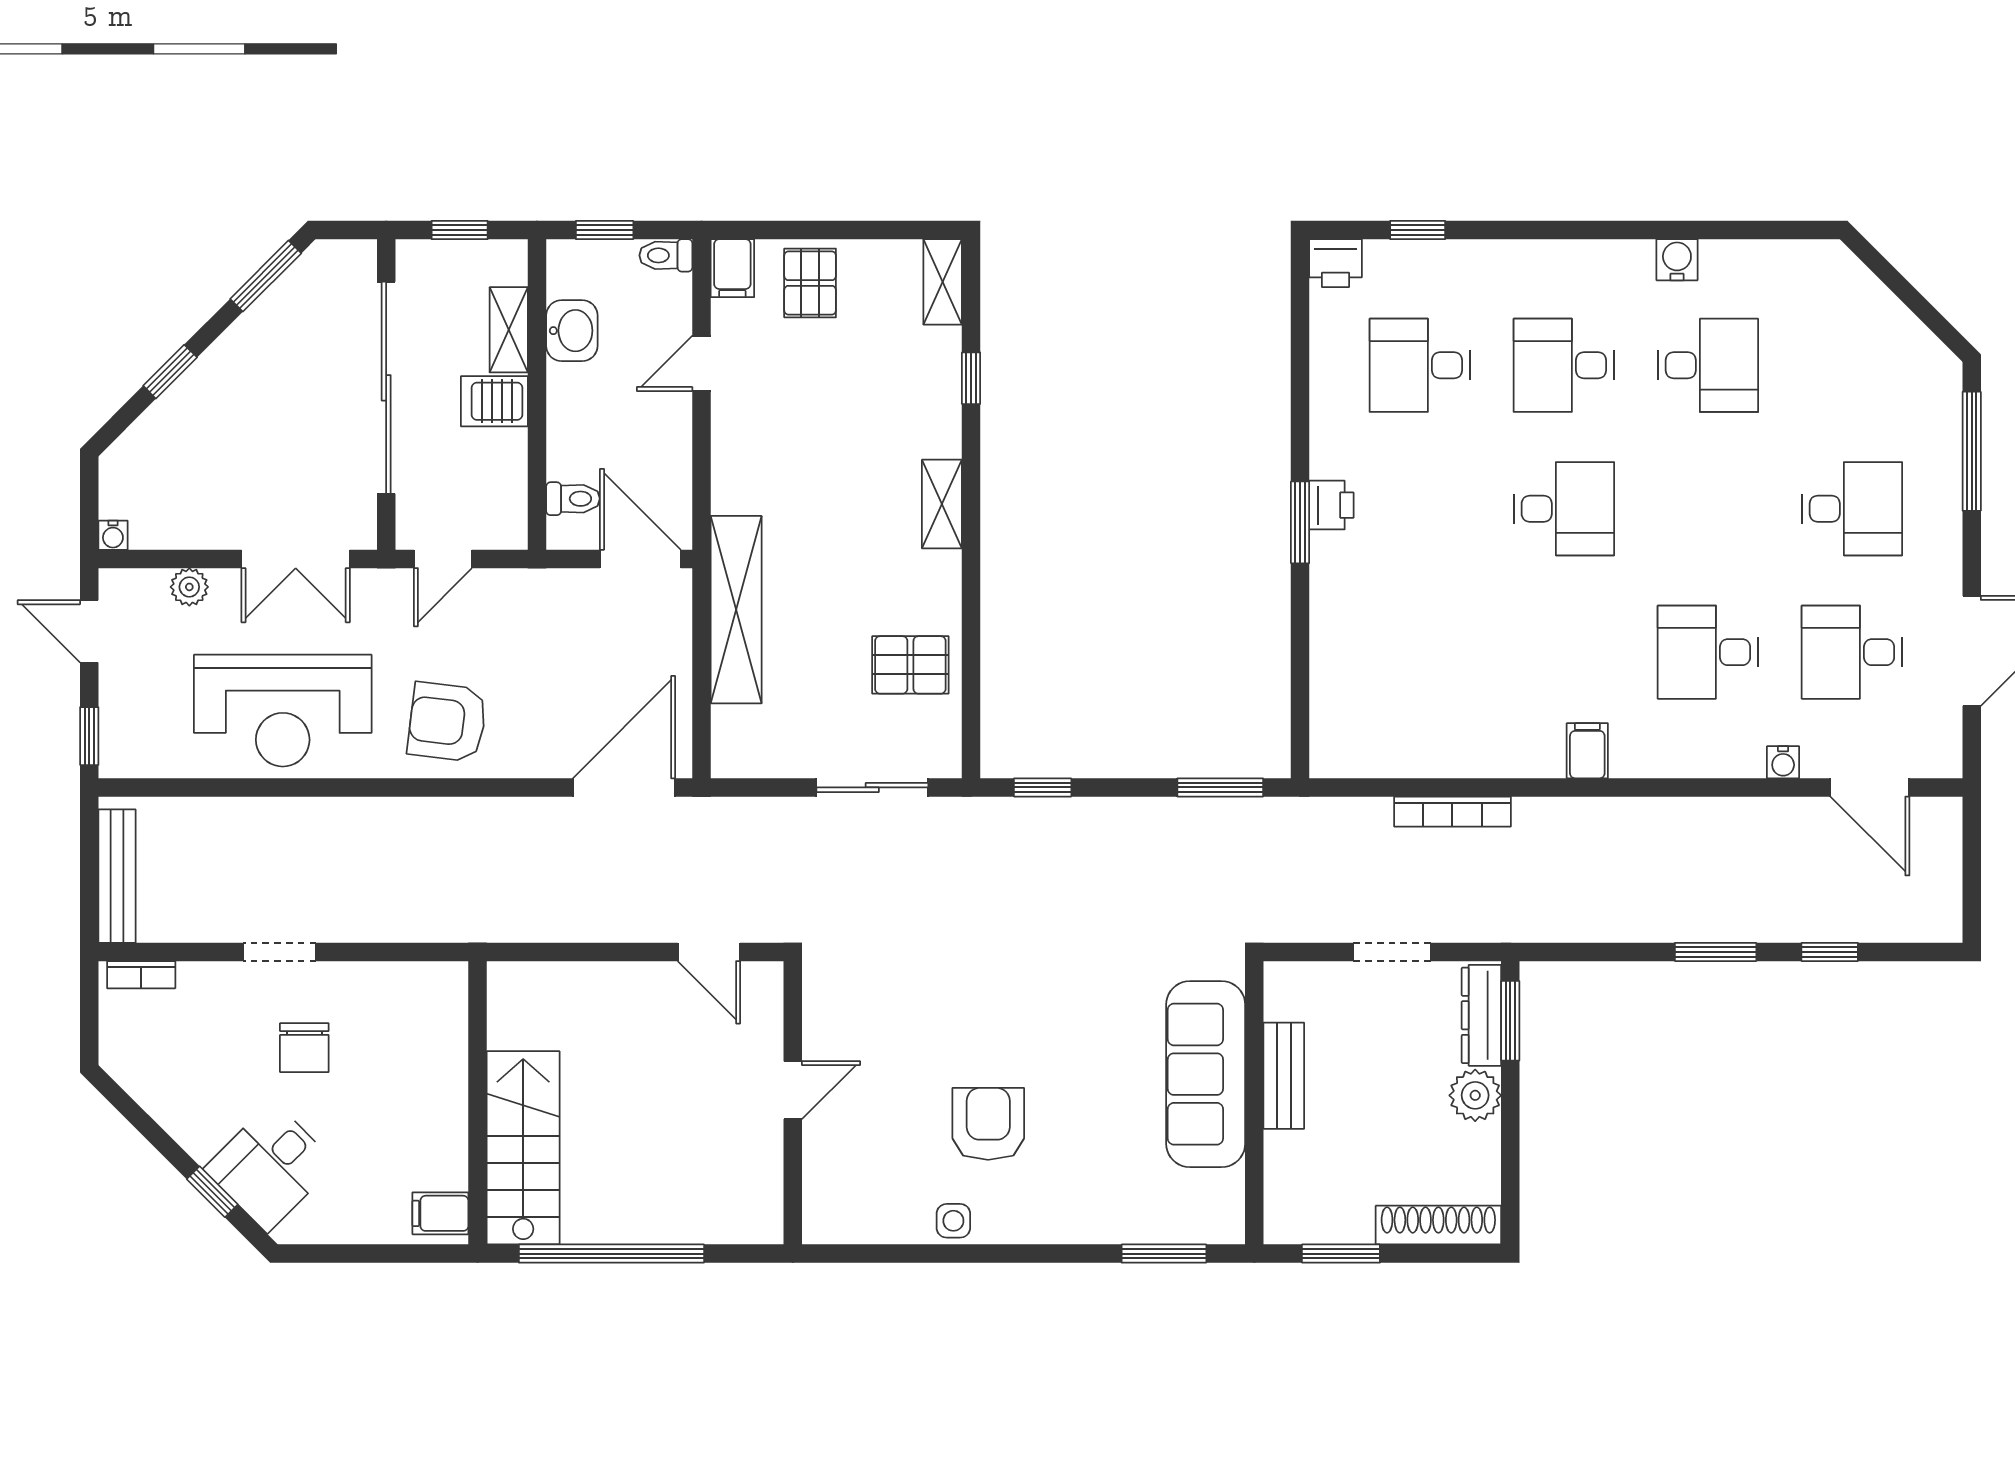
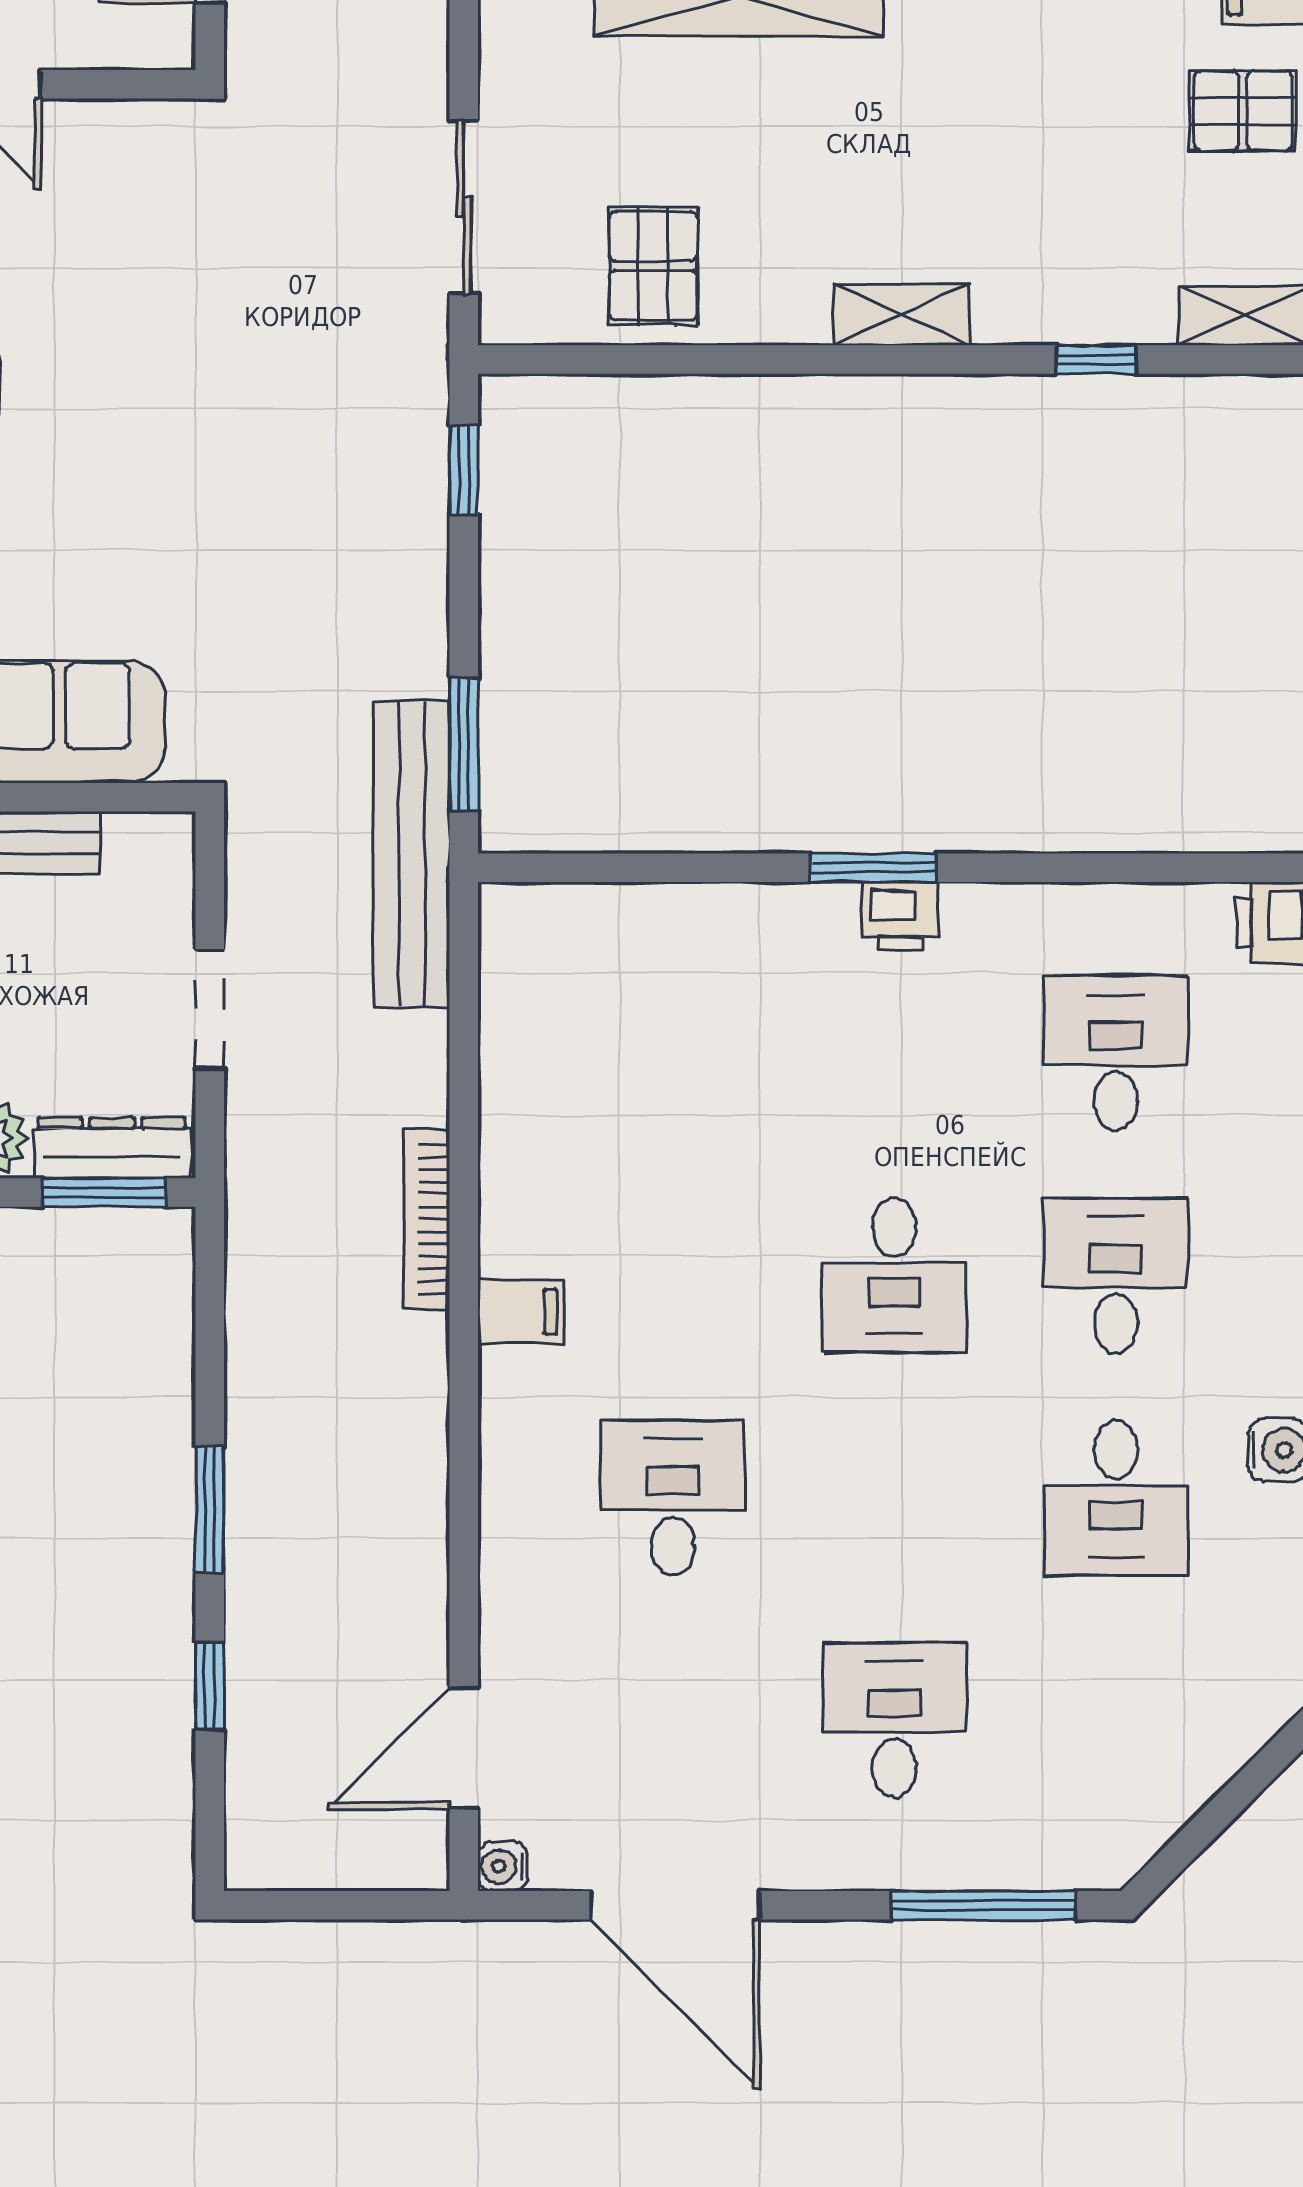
desk: (1852, 509) -> (894, 1720), turned 180
desk: (1852, 652) -> (673, 1720), removed
water cooler: (1783, 762) -> (503, 1866), moved
bookcase: (1452, 812) -> (427, 1220), moved
bench: (1291, 821) -> (412, 854), added

